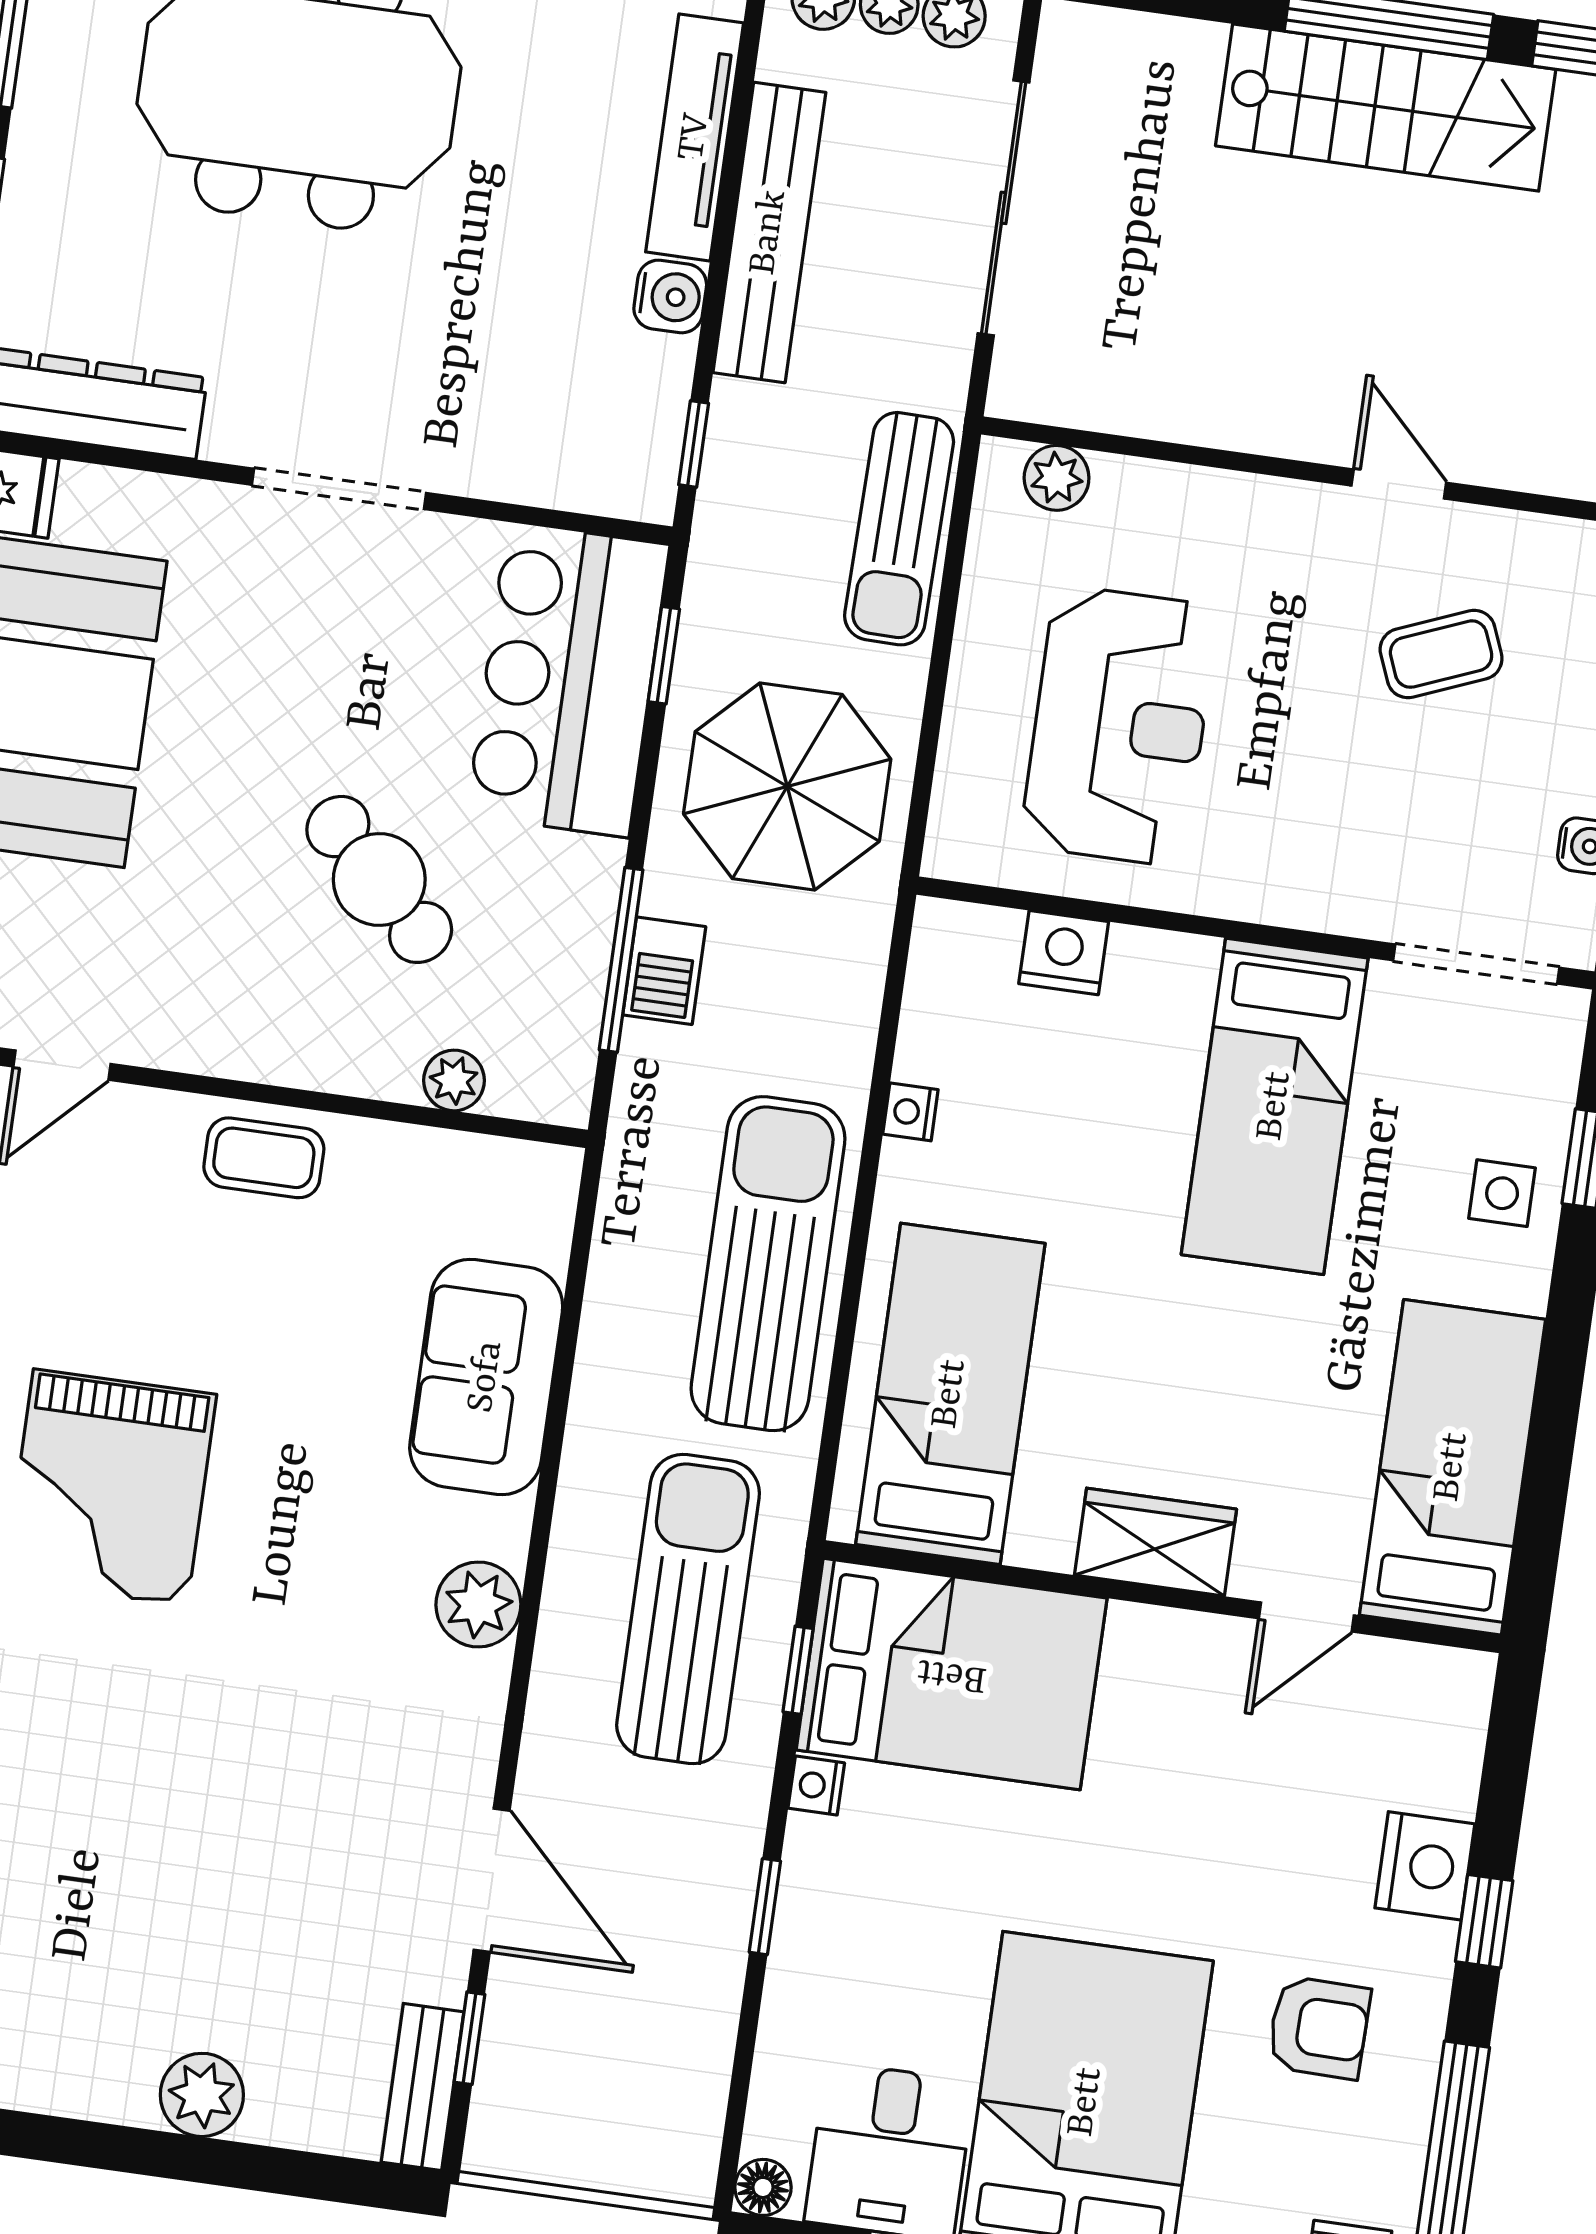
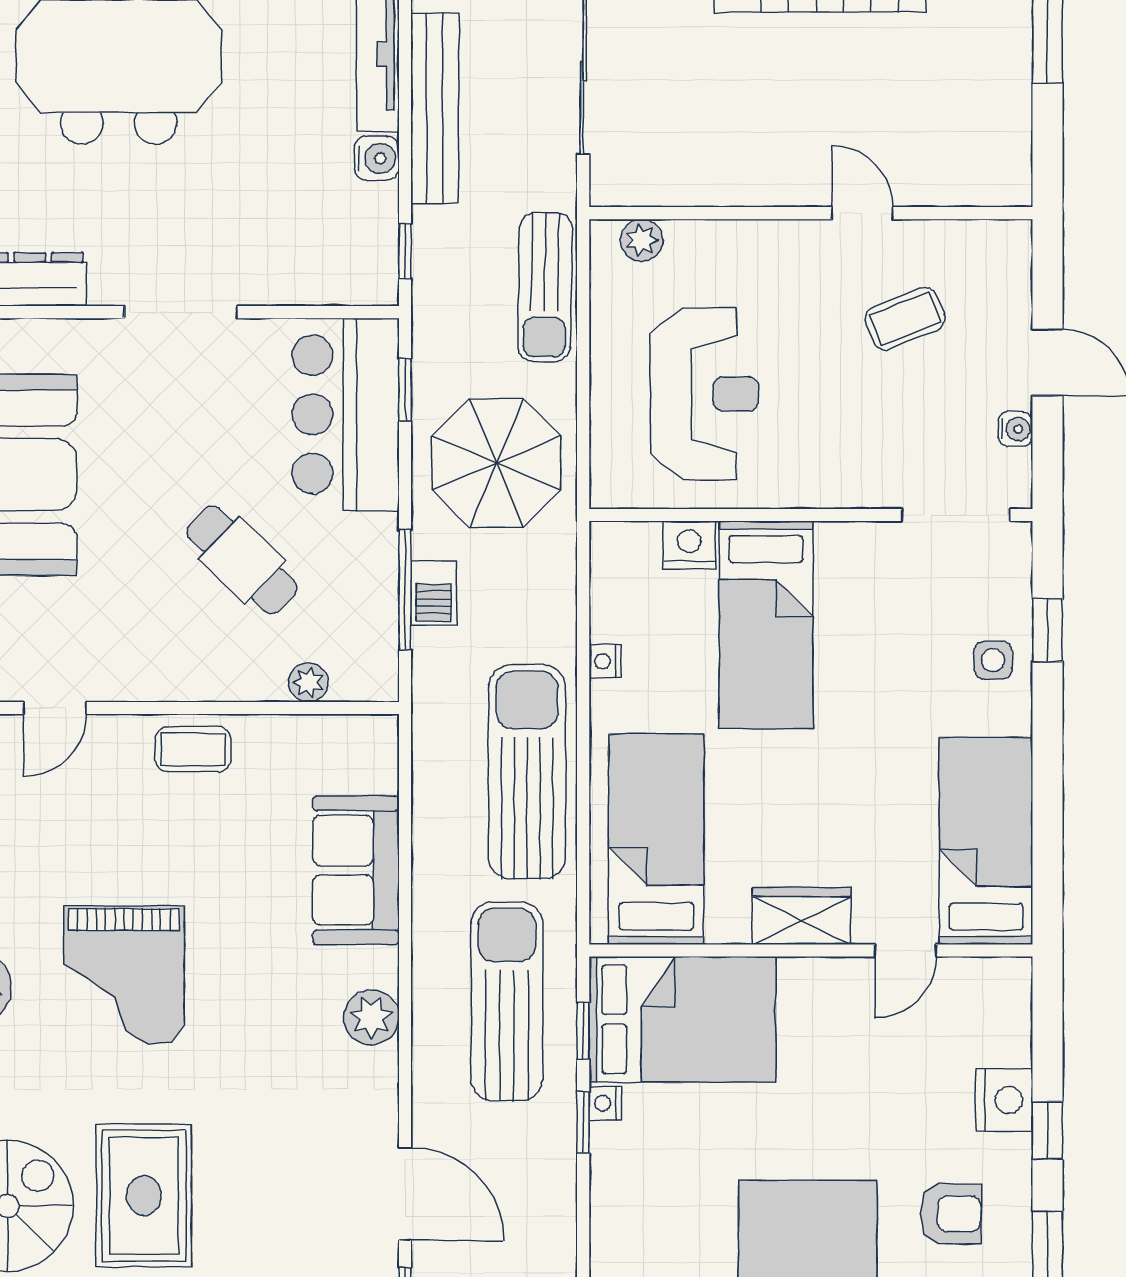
bed: (1275, 1106) -> (766, 625), moved
rug: (93, 1827) -> (144, 1196), added
window: (765, 1907) -> (583, 1122), moved

